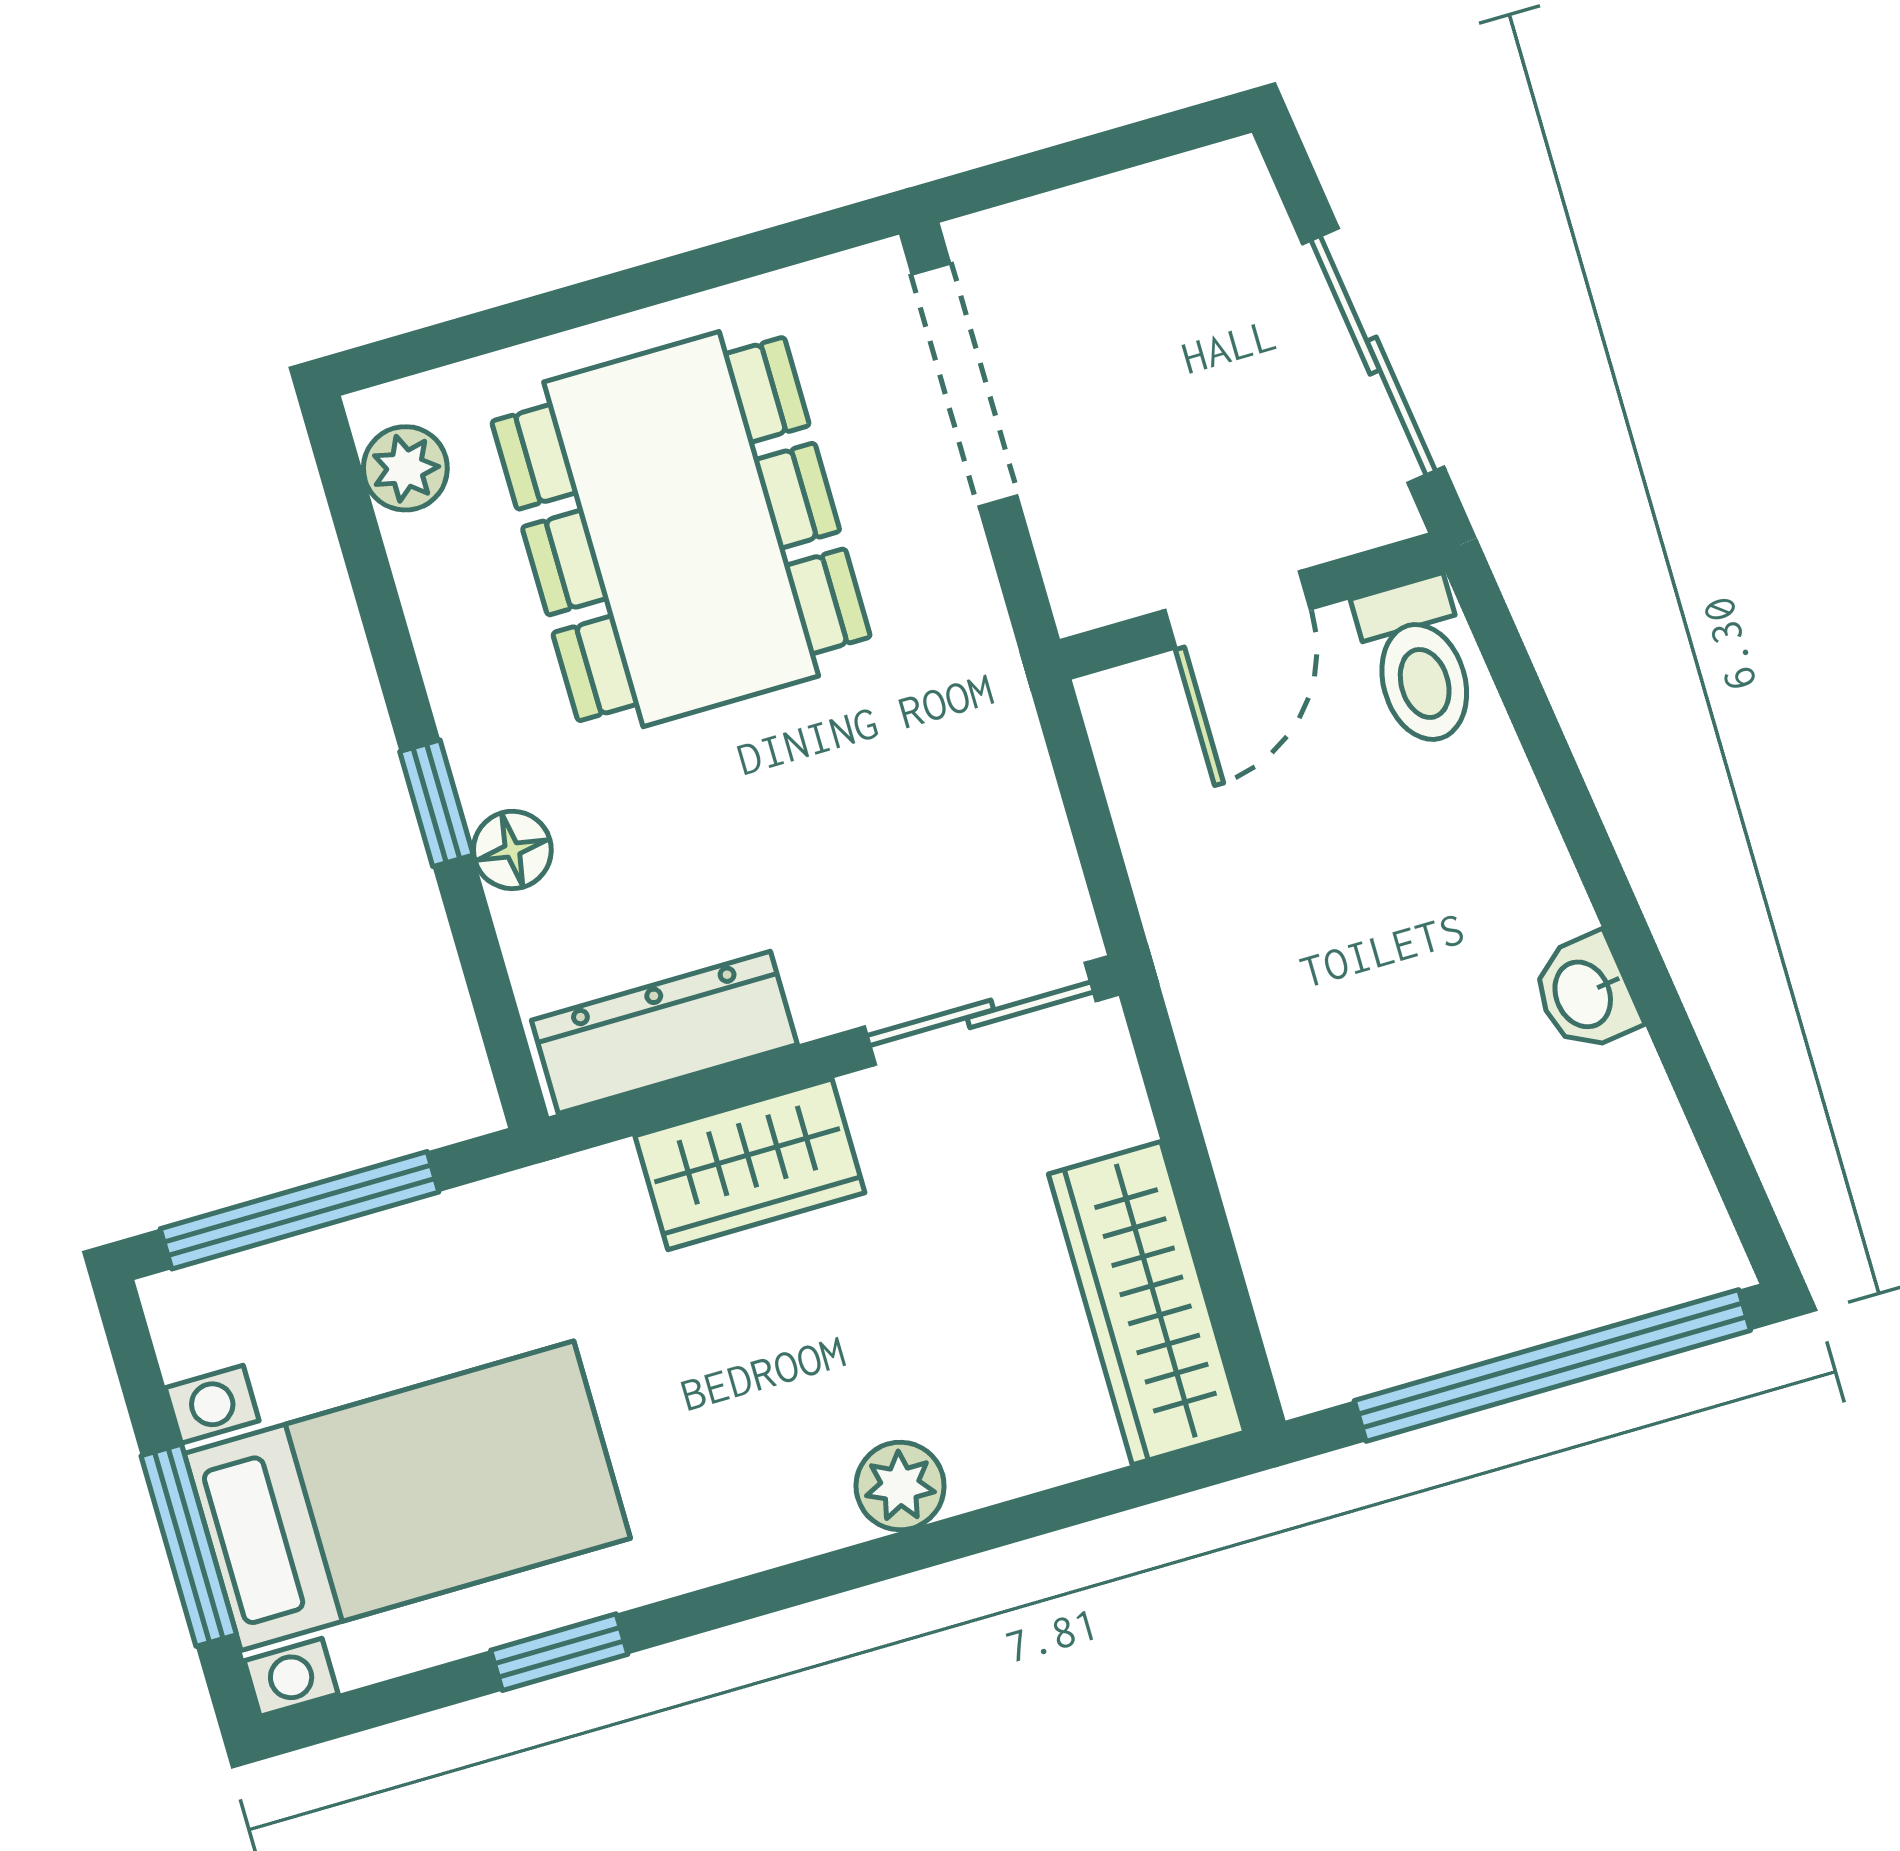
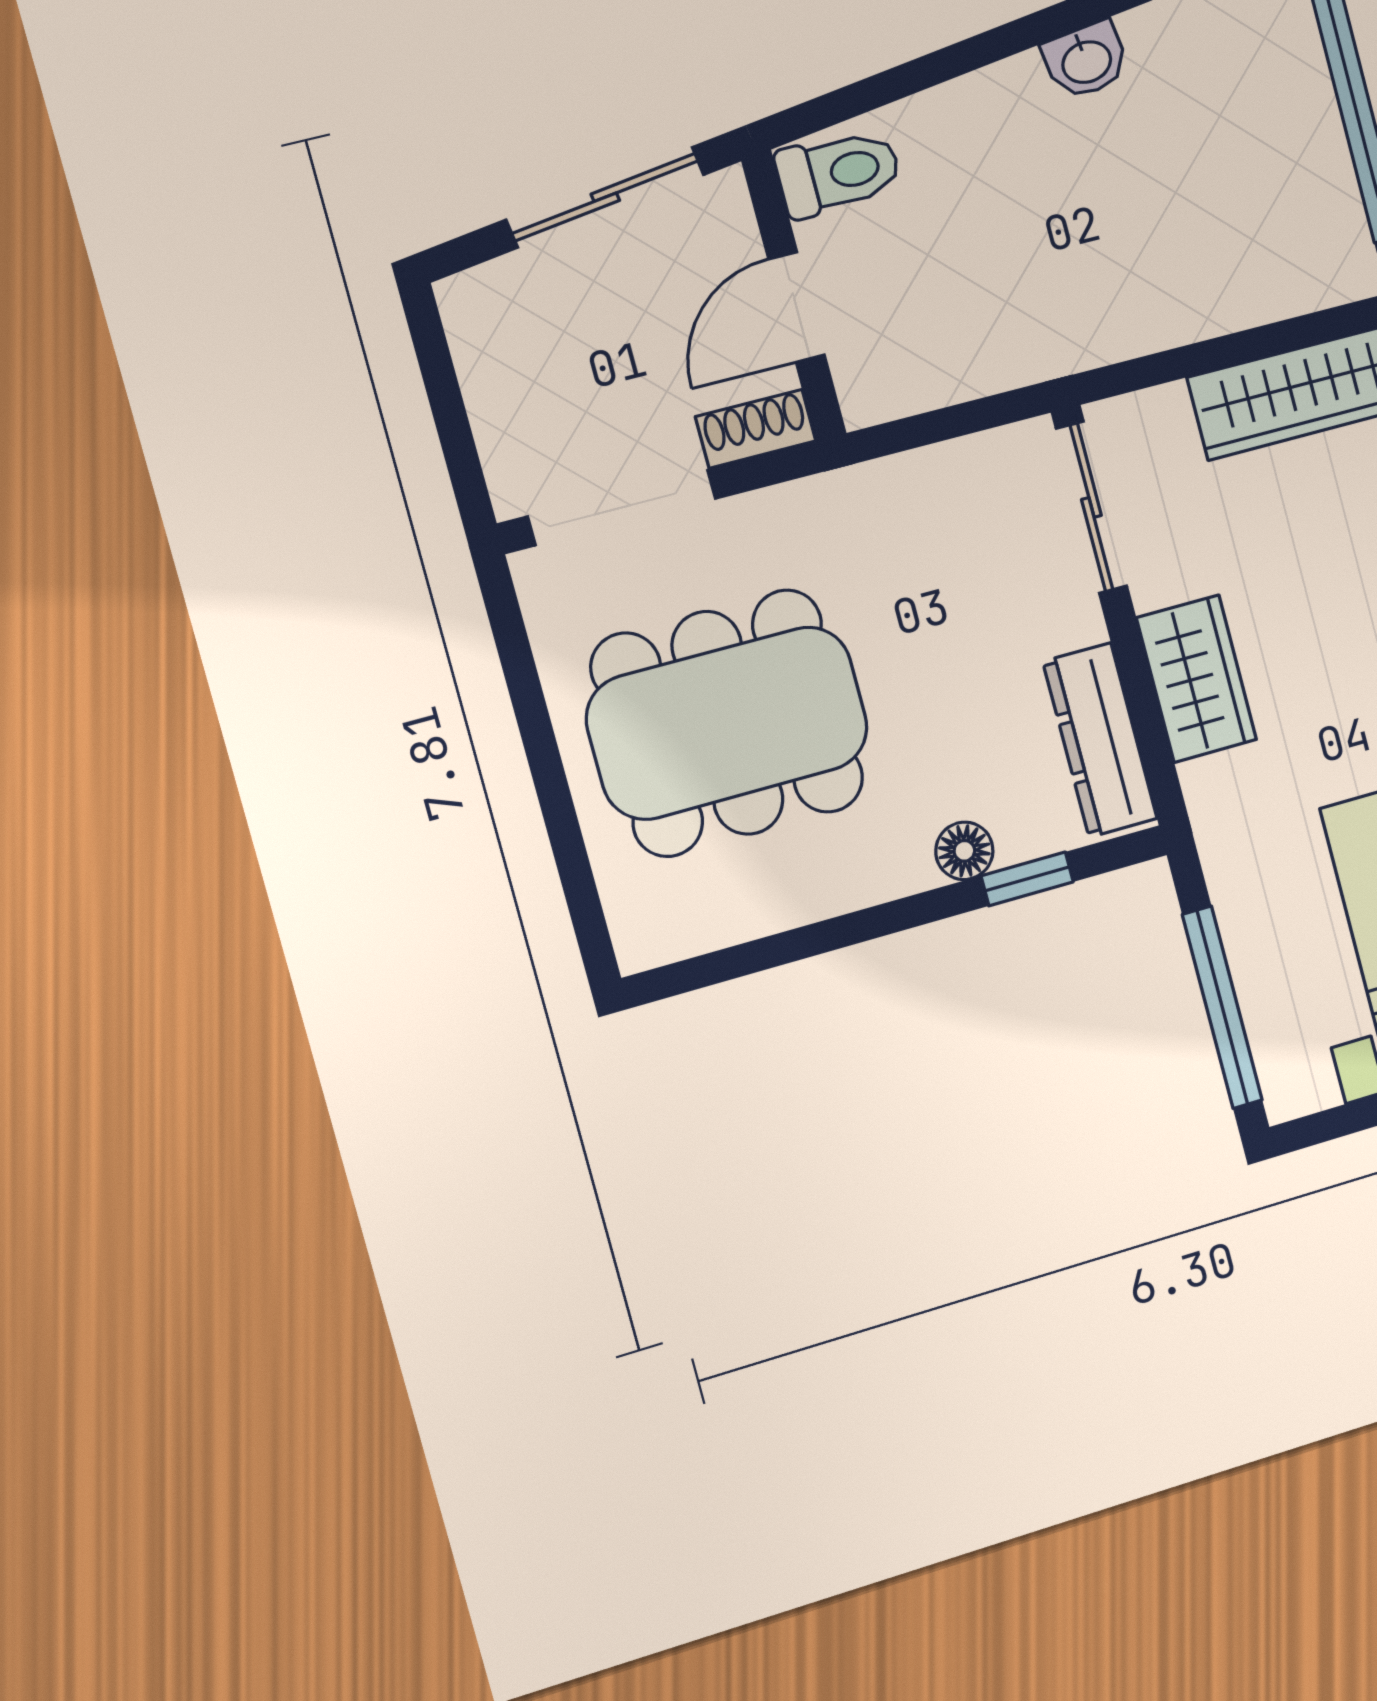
plant: (405, 468) -> (677, 929), removed
shoe rack: (1074, 559) -> (756, 429), added
door: (1237, 610) -> (797, 307), swing flipped
window: (436, 803) -> (1027, 879), moved

